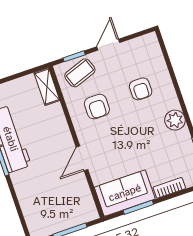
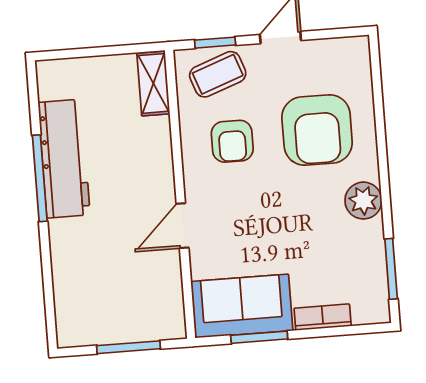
armchair: (141, 89) -> (317, 130), width x1.88, depth x1.88

